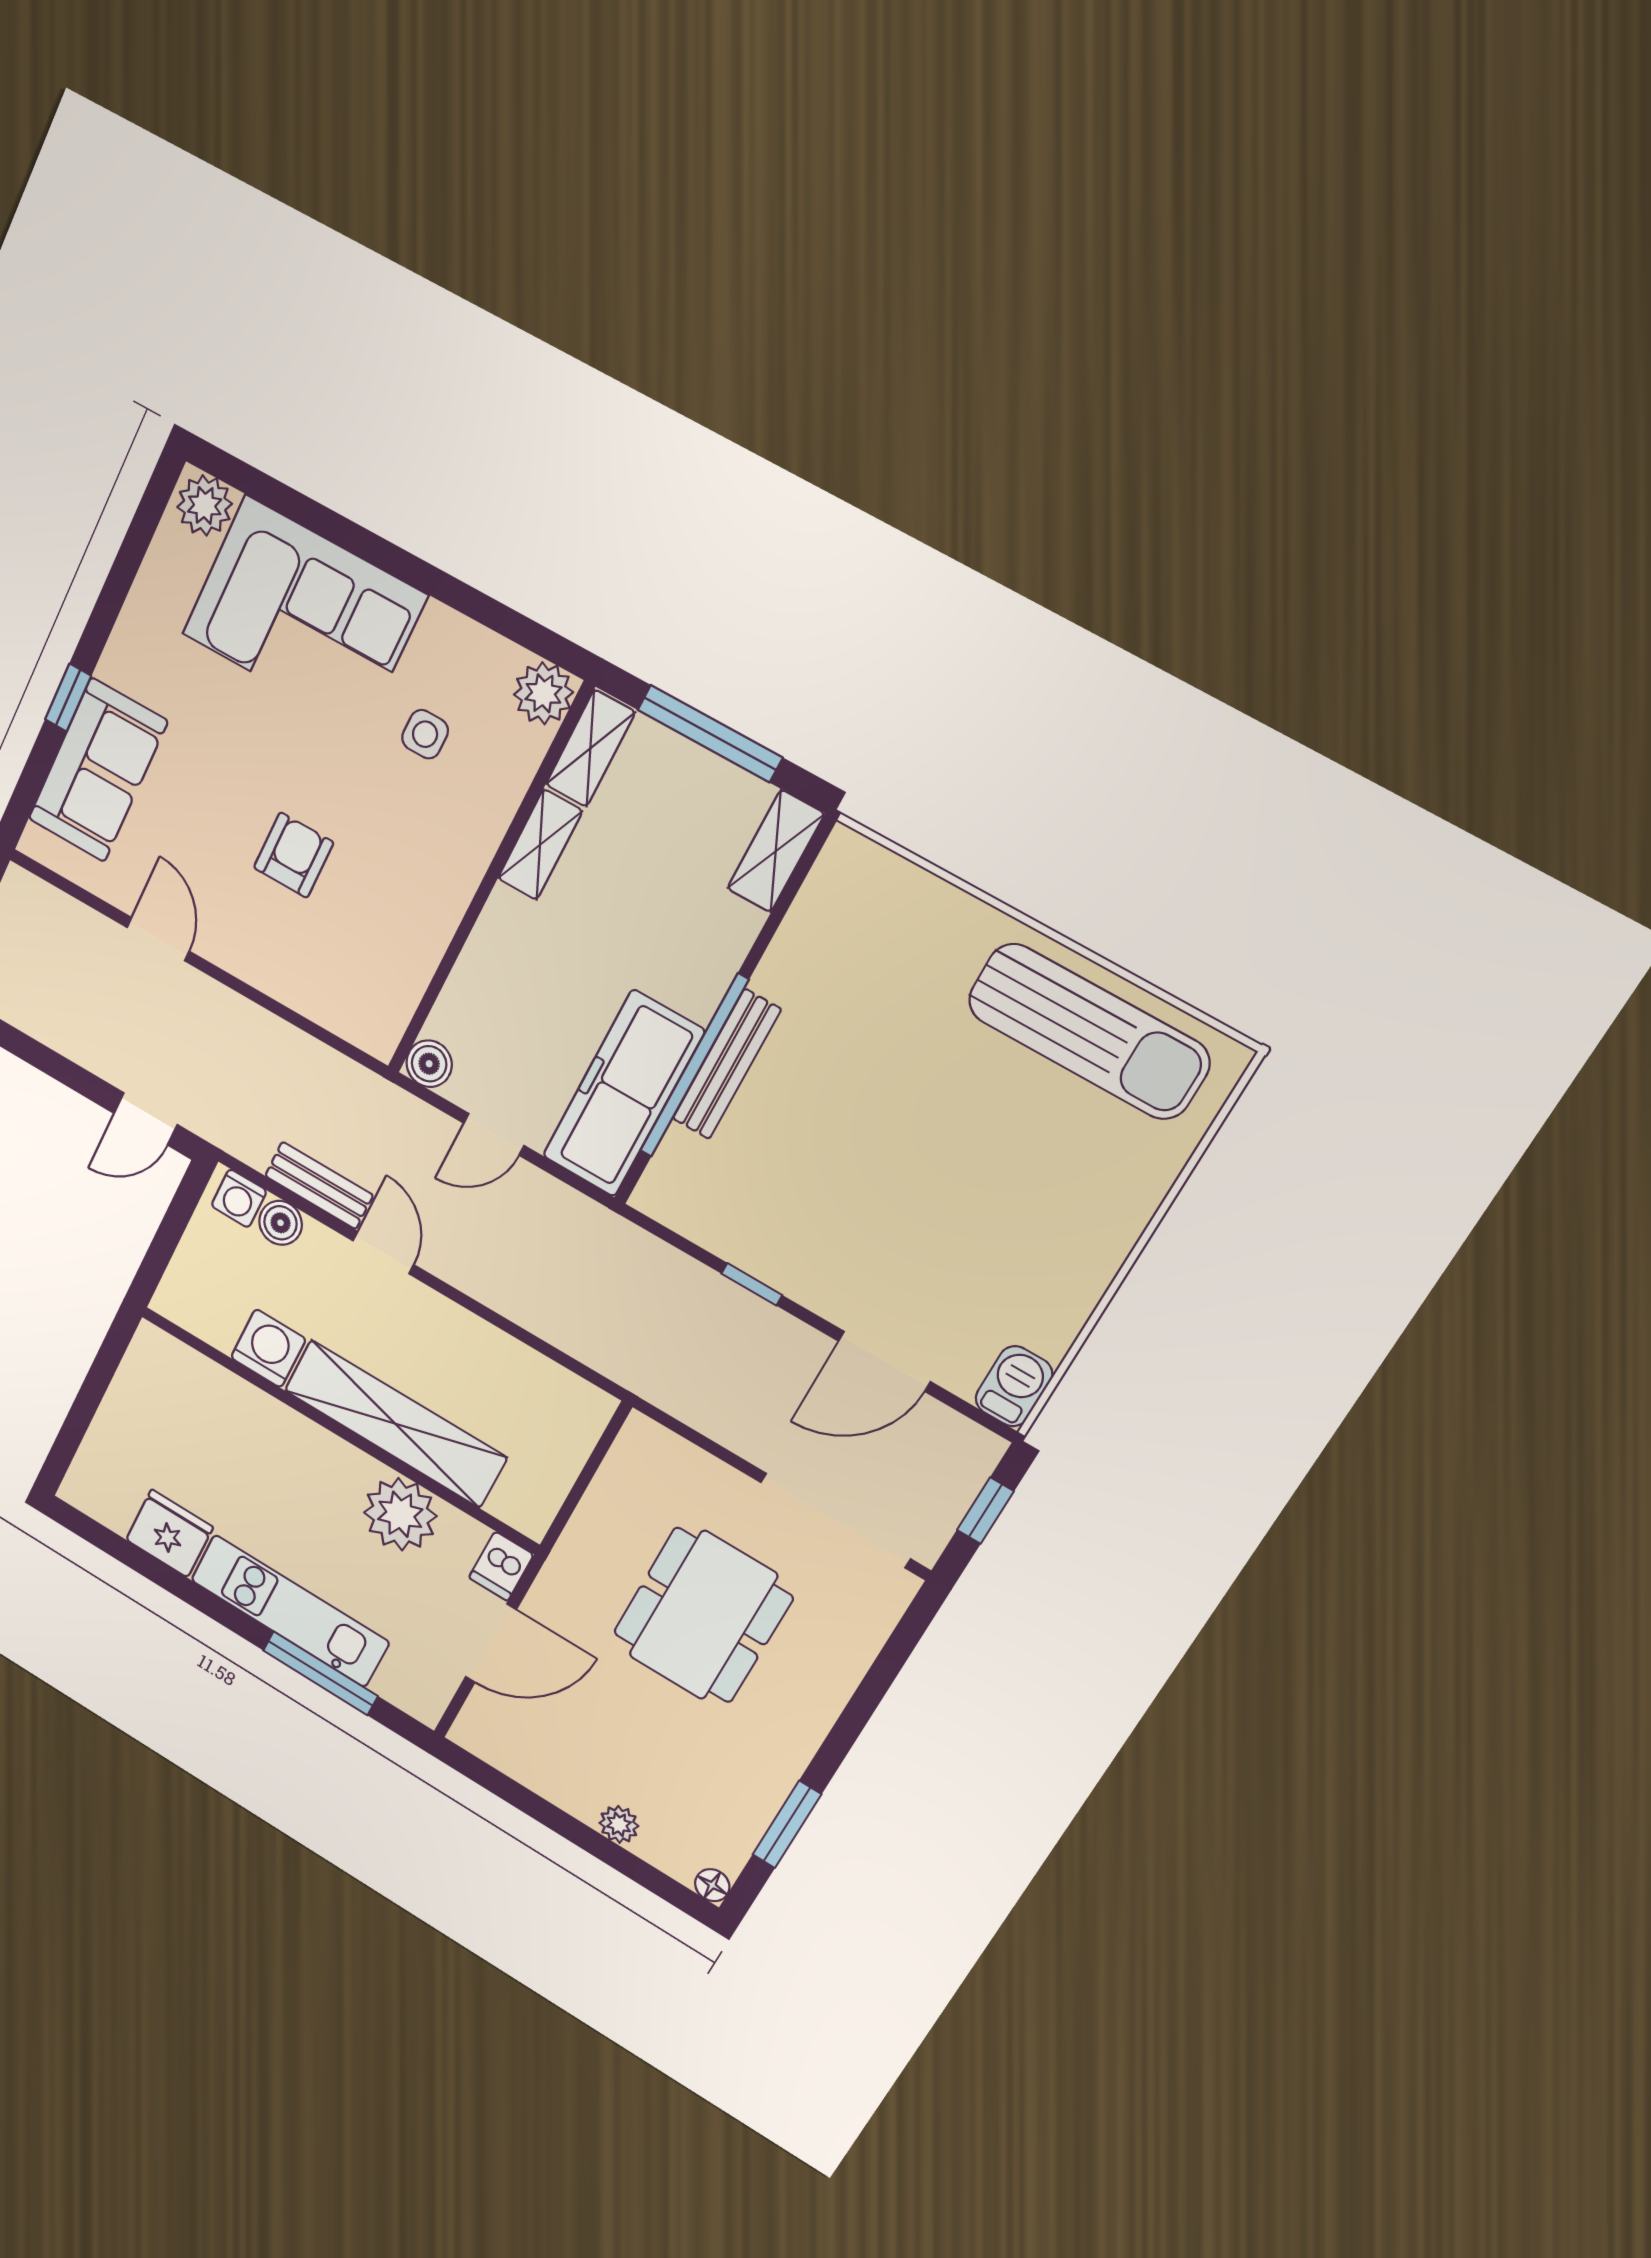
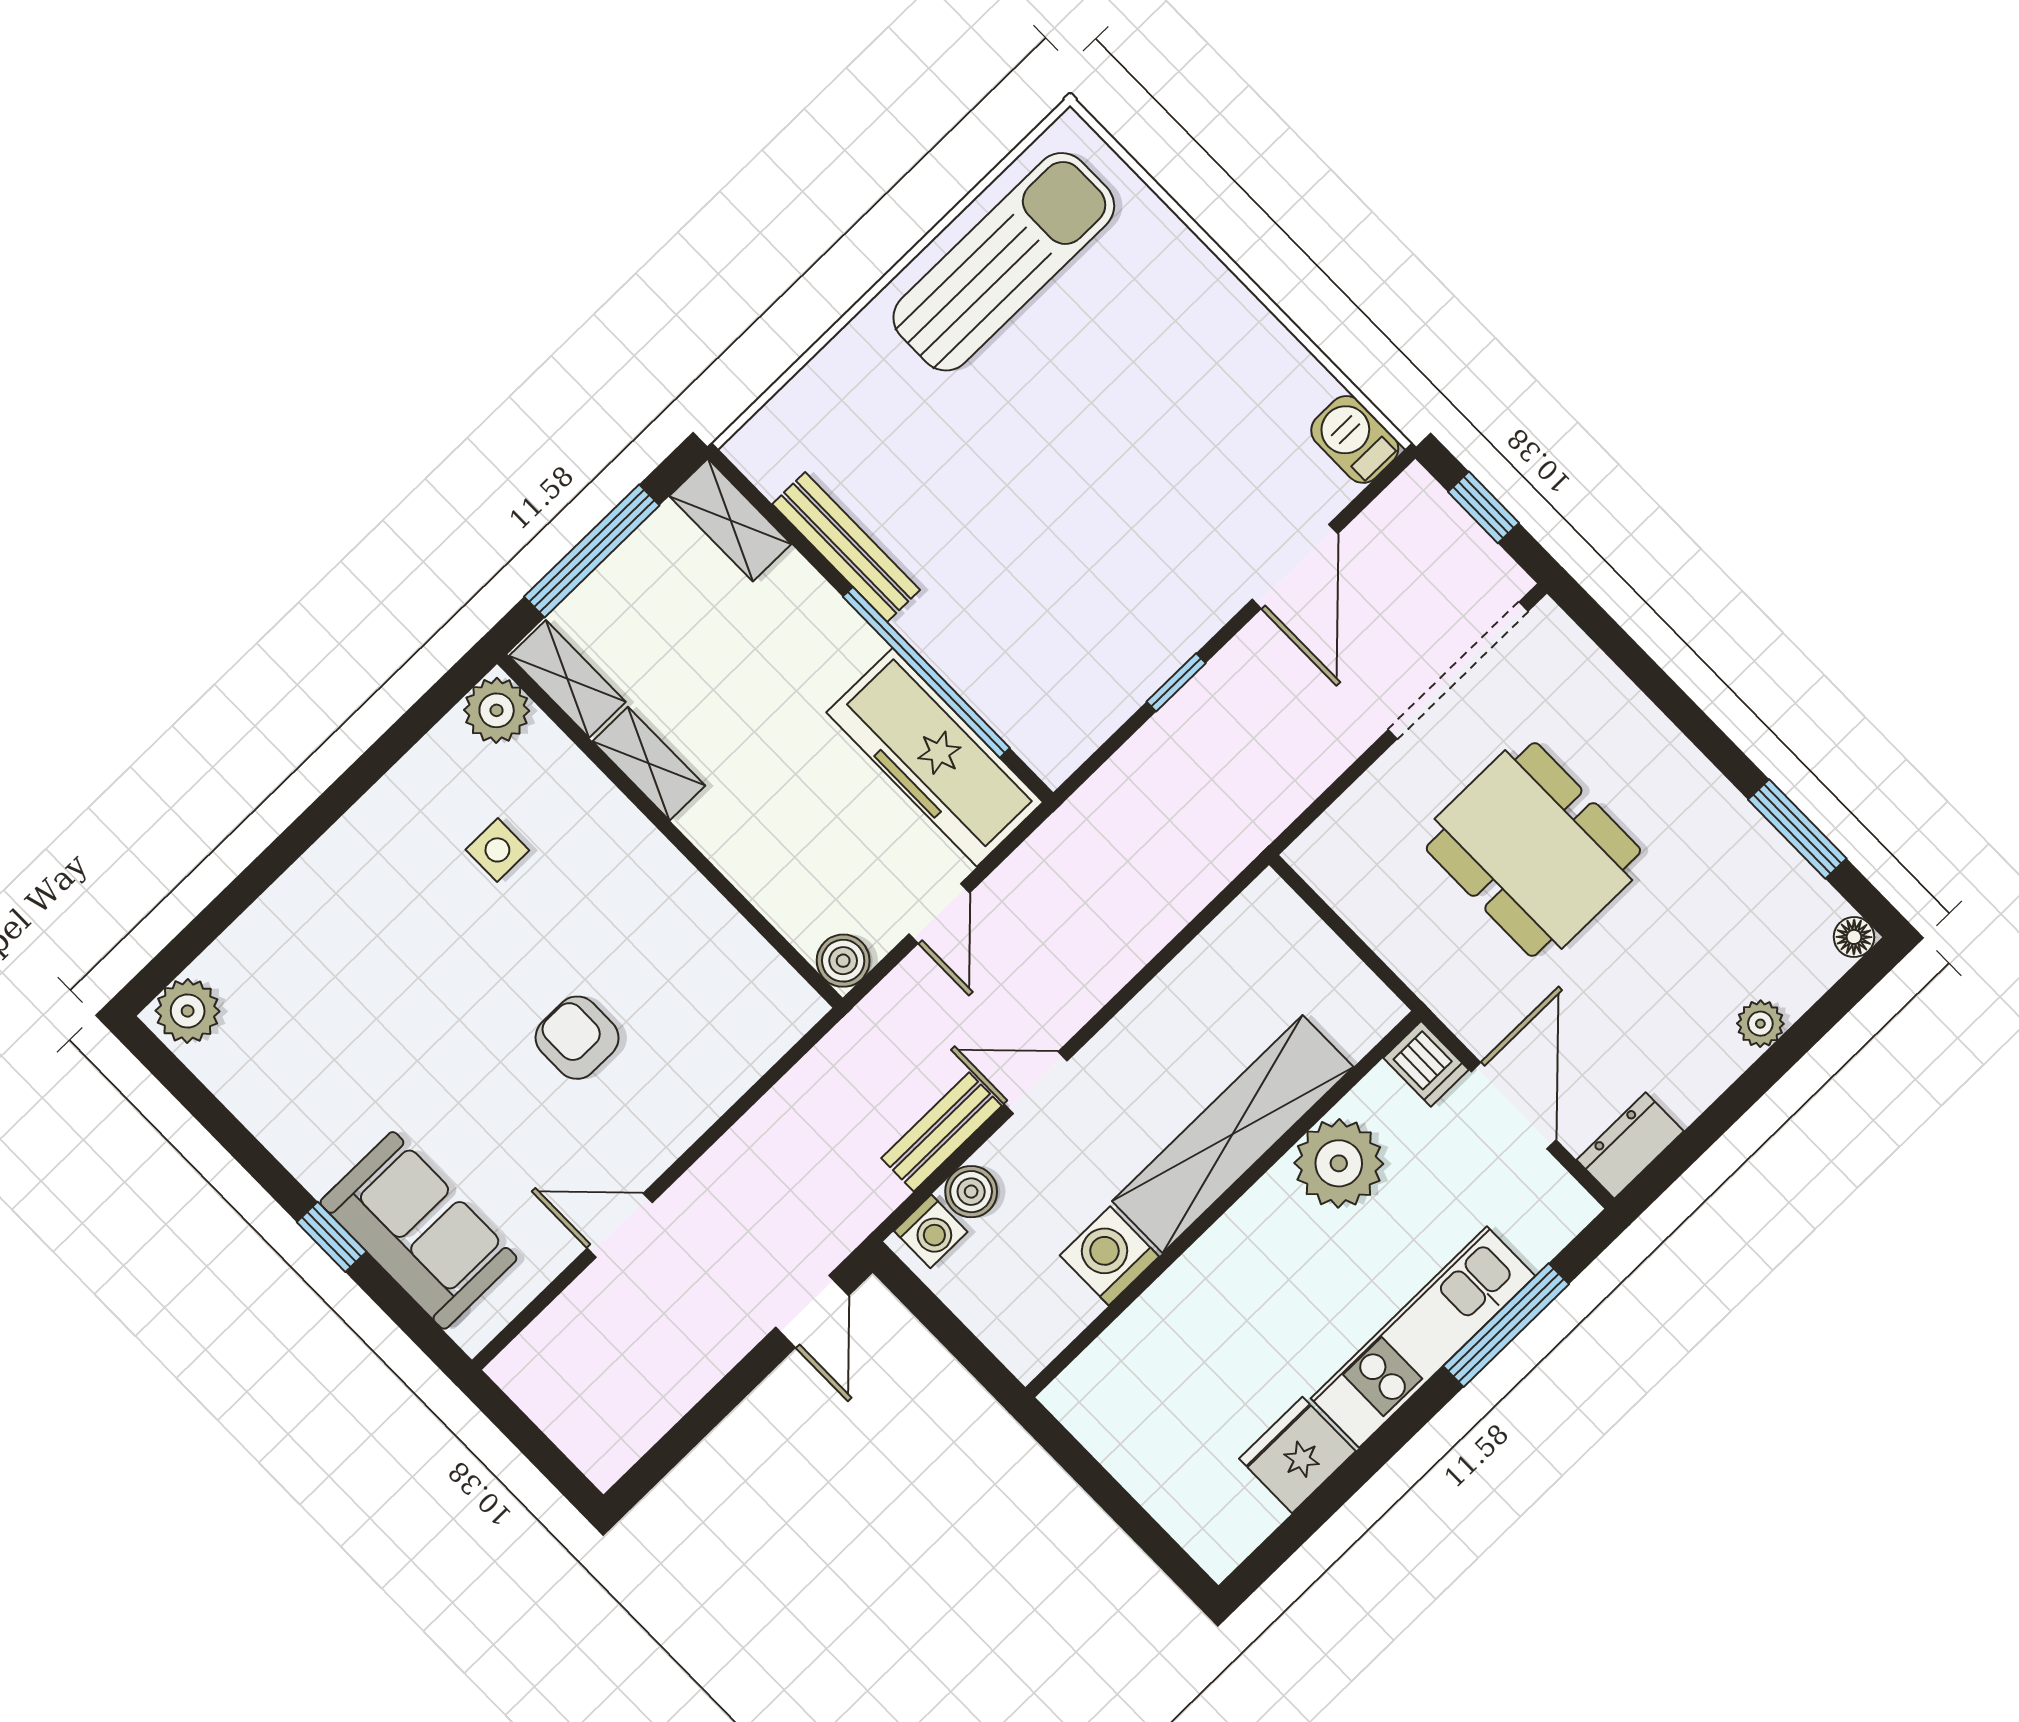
corner sofa: (304, 615) -> (334, 940), removed
bench: (727, 1064) -> (846, 547), moved
dresser: (490, 1741) -> (1630, 1145), added

